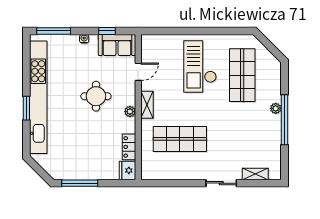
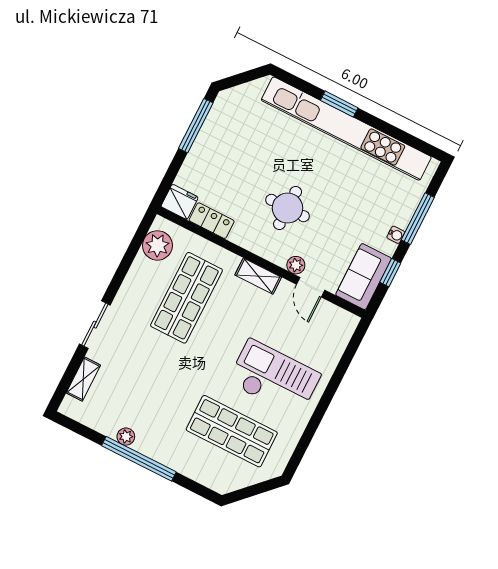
window: (54, 31) -> (418, 219), moved
round table: (96, 96) -> (288, 208), moved
plant: (276, 108) -> (126, 437), moved
plant: (130, 112) -> (296, 265), moved
plant: (159, 170) -> (157, 245), added

